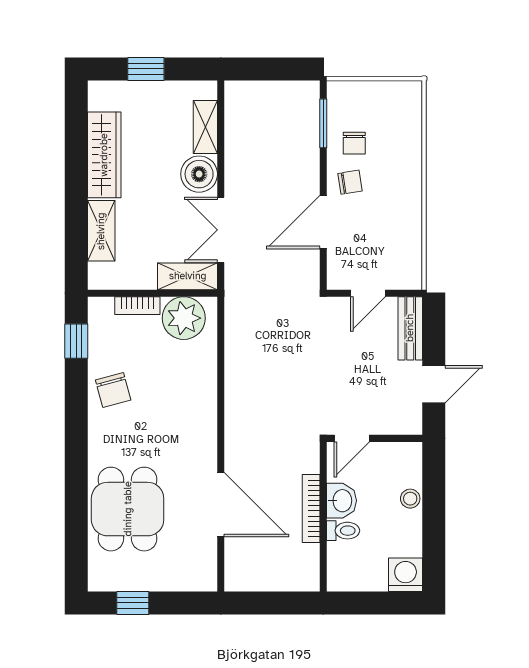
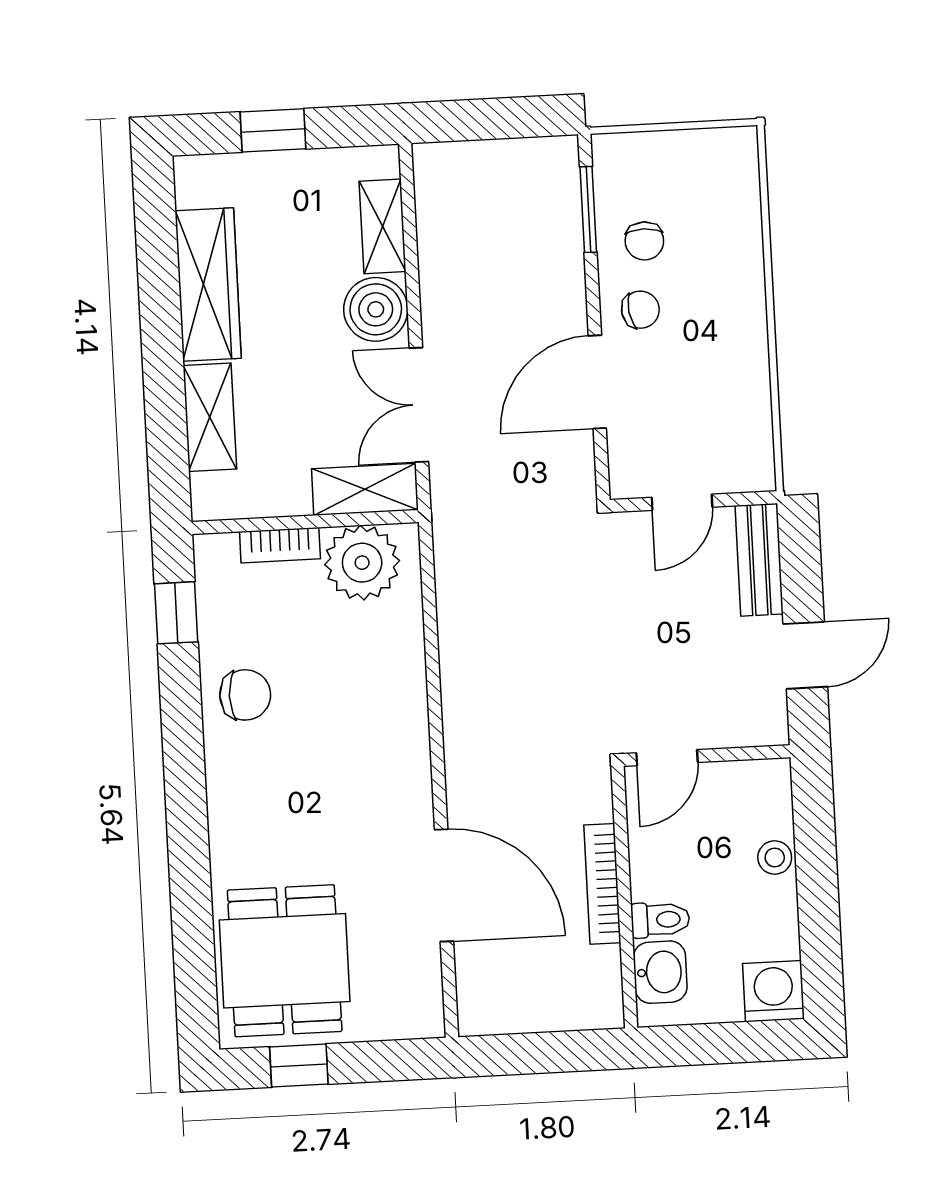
chair: (113, 390) -> (245, 695), turned -75
washbasin: (342, 501) -> (660, 972), moved
dining table: (128, 509) -> (285, 961), moved

